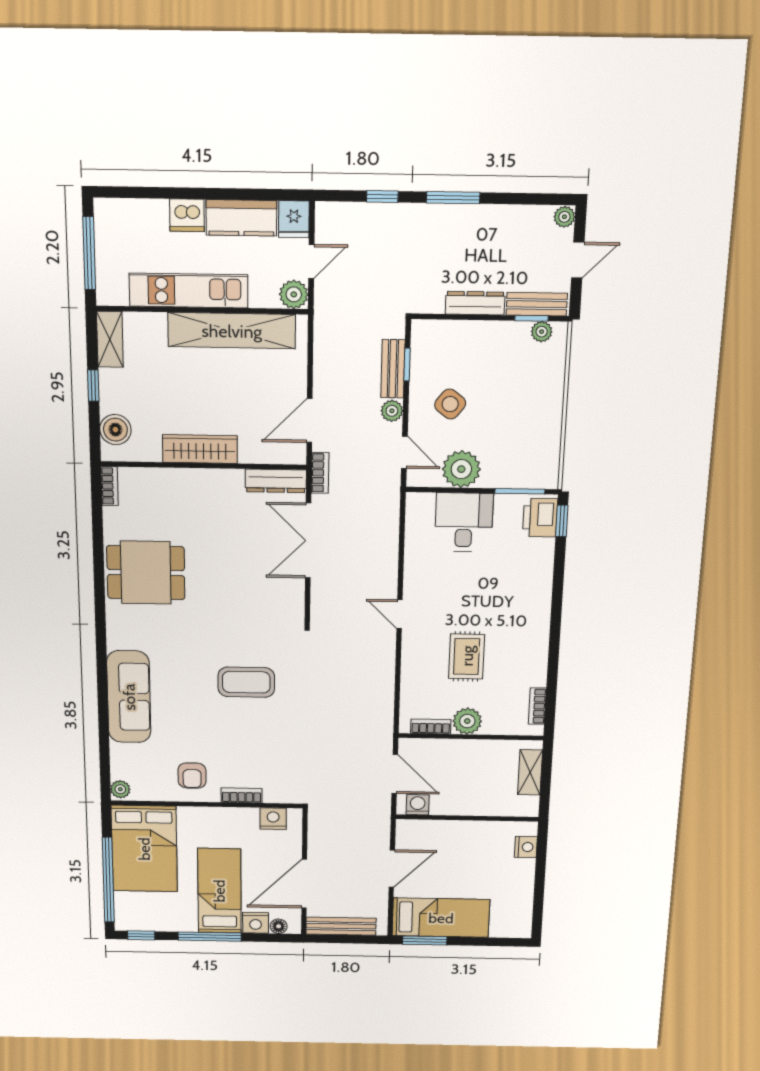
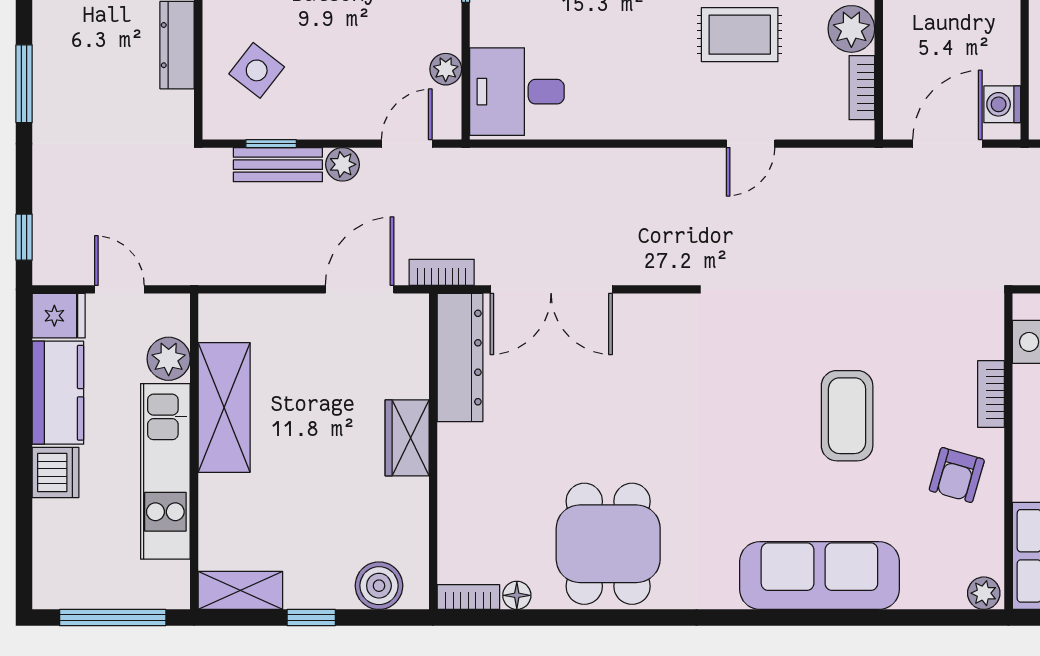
window: (382, 196) -> (24, 237), moved
plant: (294, 294) -> (169, 359), moved
shelving: (232, 331) -> (224, 407), width x0.68
side table: (450, 404) -> (257, 70), moved
door: (309, 420) -> (360, 289), swing flipped
wardrobe: (200, 449) -> (407, 438), width x0.67
plant: (461, 469) -> (446, 69), width x0.53, depth x0.53
dresser: (276, 481) -> (460, 358), width x1.37, depth x1.24
floor lamp: (111, 516) -> (517, 595), added
desk: (464, 522) -> (517, 92), moved
door: (399, 614) -> (751, 144), moved
coffee table: (246, 682) -> (847, 416), moved
armchair: (192, 776) -> (957, 475), turned 106

